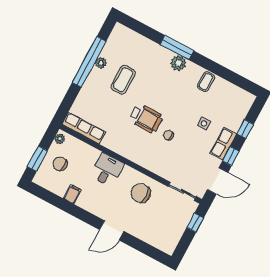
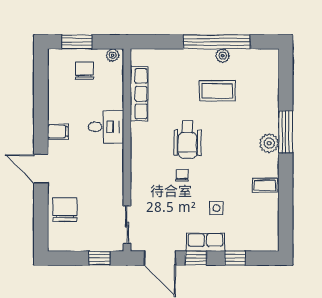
row of seats: (84, 128) -> (139, 94), moved
chair: (141, 193) -> (65, 209), moved
filing cabinet: (72, 194) -> (58, 131), moved

